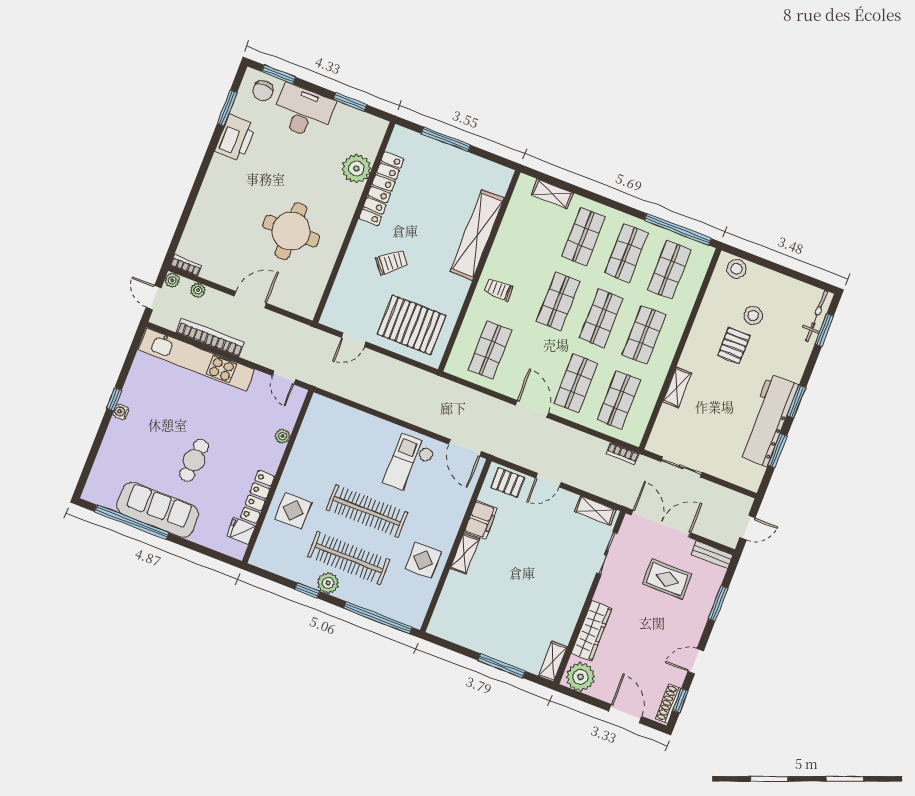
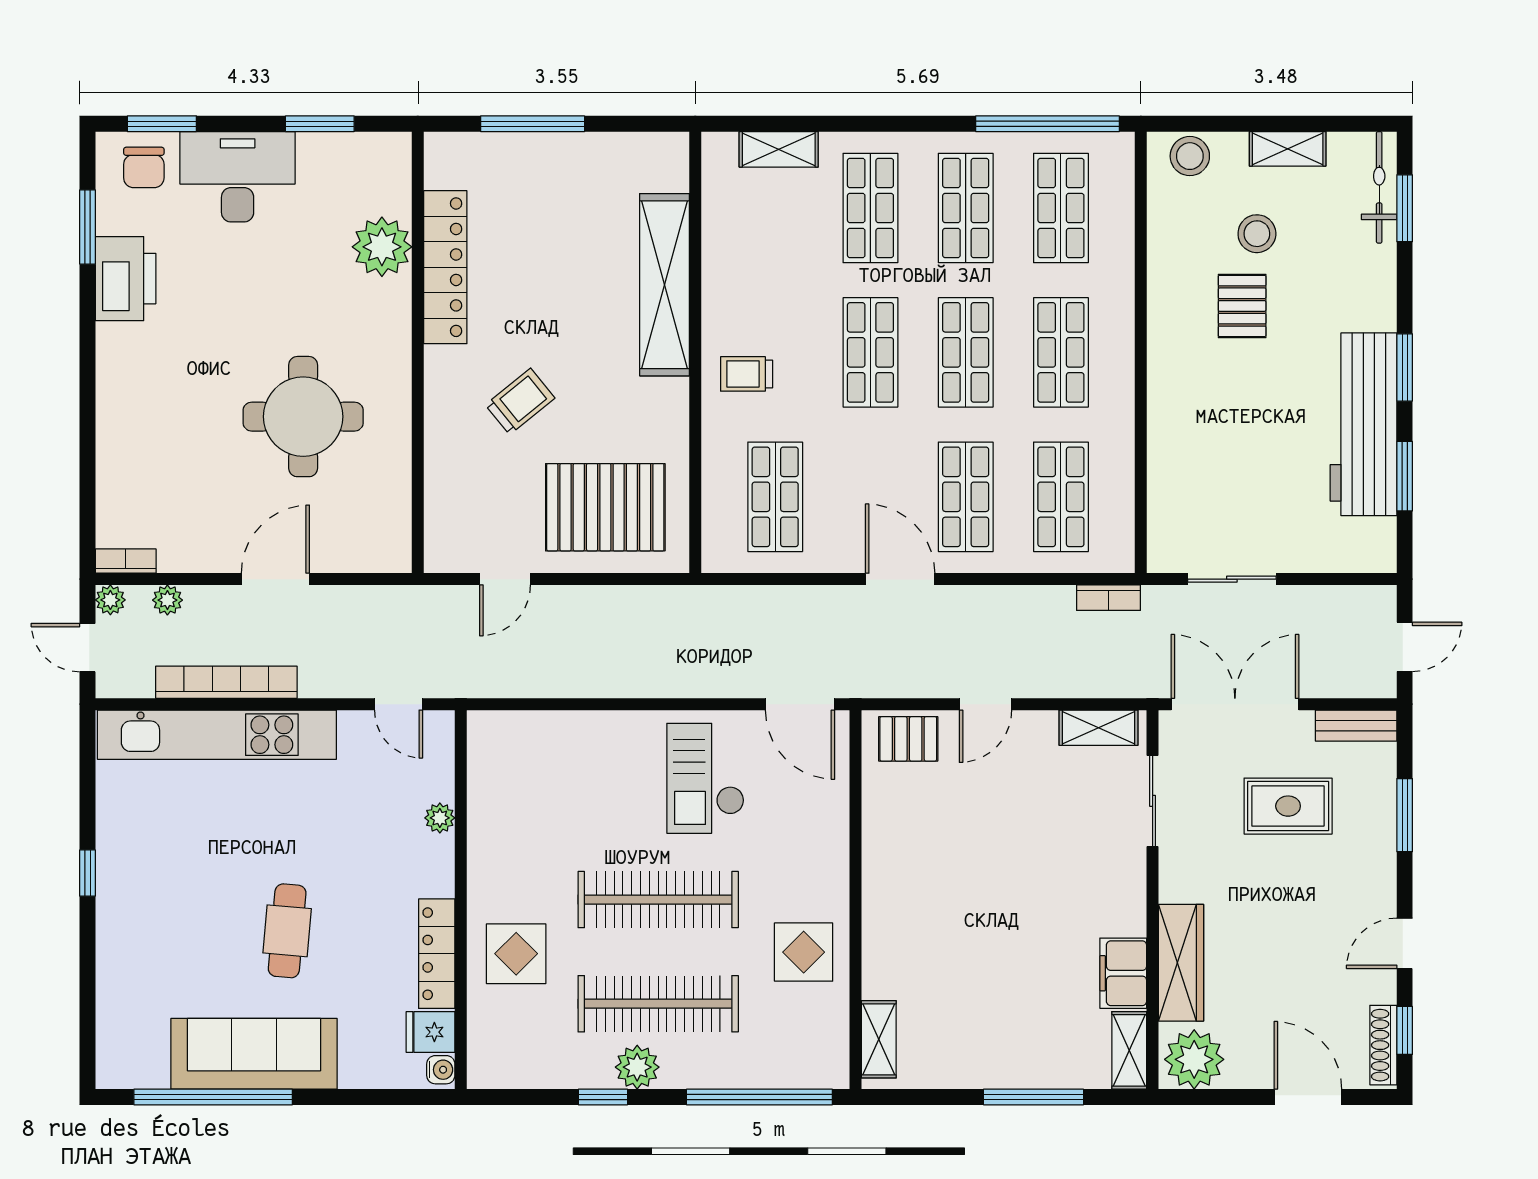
shelving: (677, 387) -> (1288, 149), moved, turned 90
water cooler: (121, 412) -> (441, 1070), moved, turned 180
filing cabinet: (481, 520) -> (1123, 973), moved, turned 180
shelving: (465, 554) -> (879, 1039), moved

